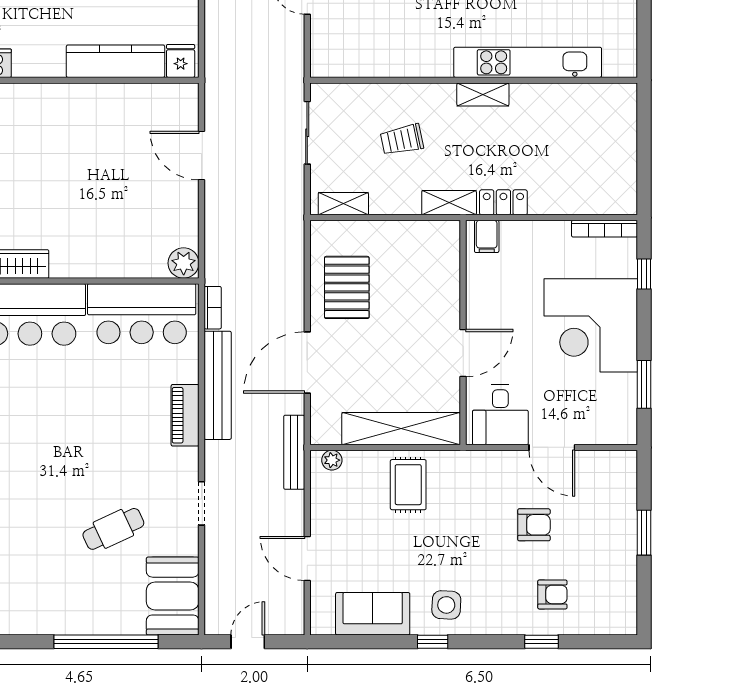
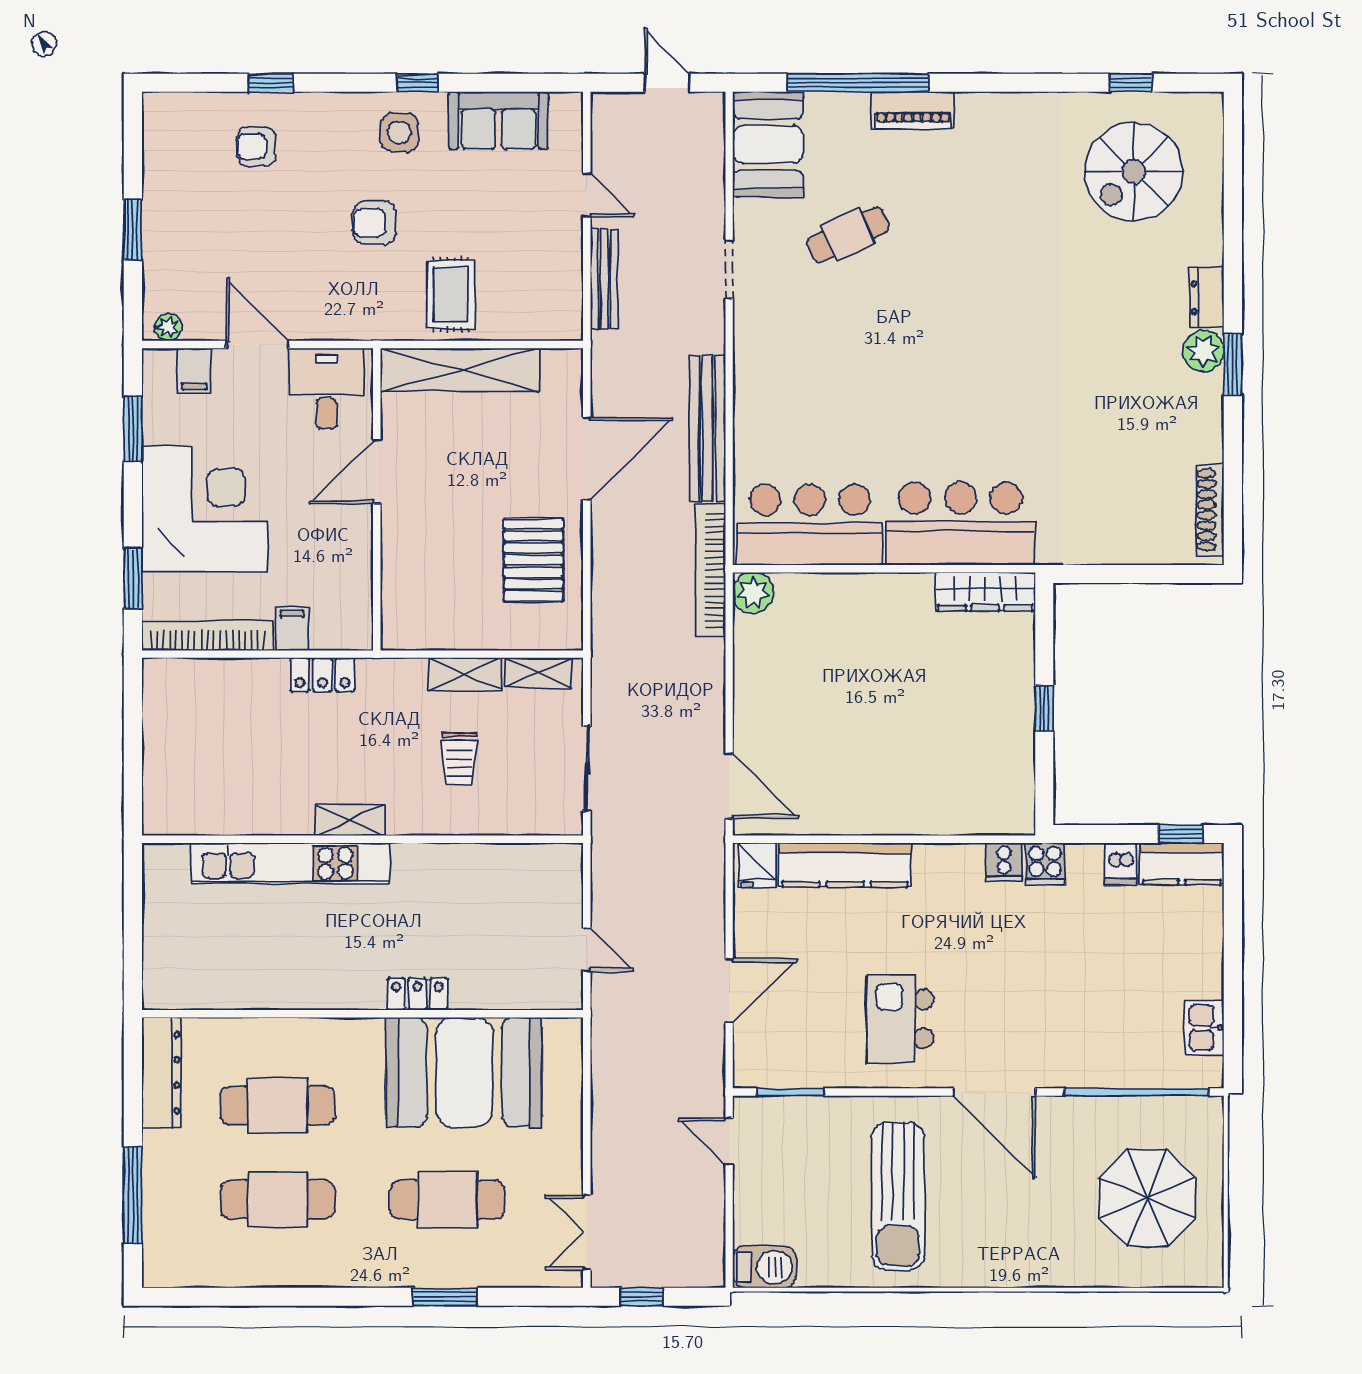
trolley: (402, 140) -> (459, 759), turned 102
door: (201, 156) -> (729, 786), moved
shelving: (449, 203) -> (465, 674), moved
bookcase: (605, 229) -> (207, 636), width x1.48, depth x1.31
filing cabinet: (487, 236) -> (292, 629), moved
window: (644, 274) -> (133, 578), width x1.50
bookcase: (213, 308) -> (711, 570), width x2.31, depth x1.31
piano: (185, 415) -> (913, 110), moved, turned 90
filing cabinet: (598, 428) -> (194, 371), added
bench: (294, 452) -> (604, 279), moved
plant: (332, 460) -> (168, 327), moved
armchair: (534, 525) -> (375, 223), moved
door: (307, 558) -> (587, 195), width x0.73
door: (248, 642) -> (667, 83), swing flipped

